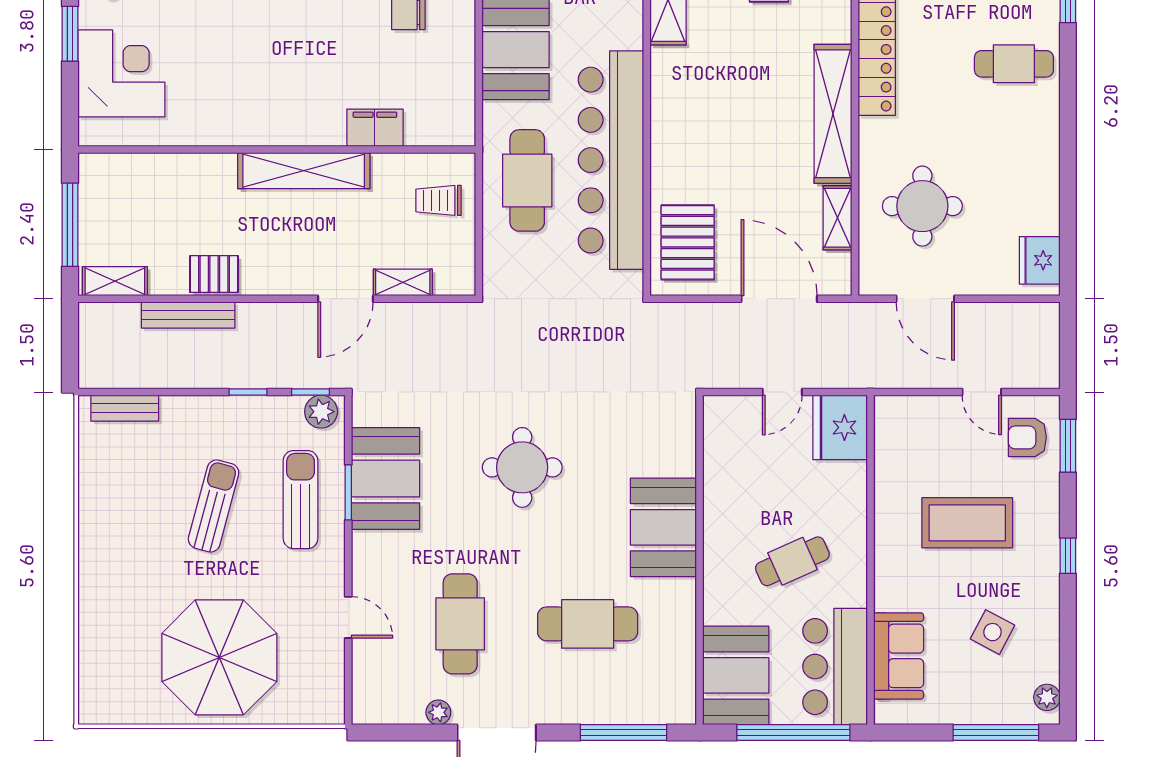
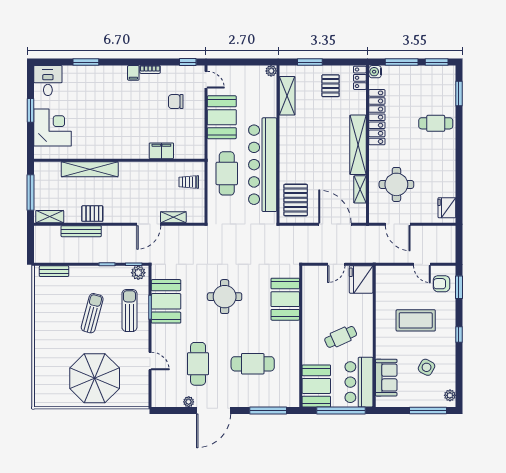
shelving: (304, 171) -> (90, 169), moved
booth: (663, 527) -> (285, 299), moved

